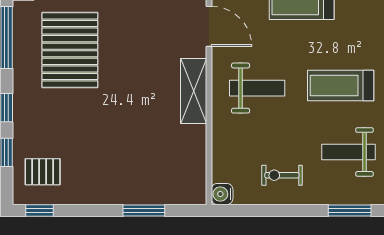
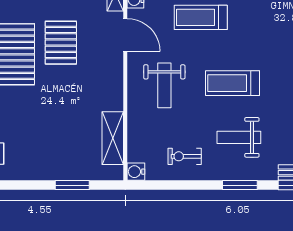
pallet: (130, 36) -> (61, 43), added
weight bench: (257, 88) -> (164, 85), turned 90
shelving: (194, 91) -> (113, 138), moved

